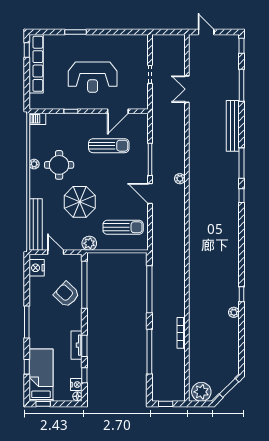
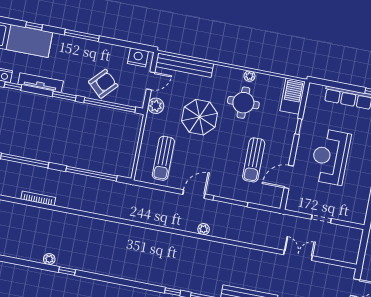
door: (118, 111) -> (289, 177), hinge flipped
barbecue: (37, 119) -> (292, 96), width x1.88, depth x1.53
plant: (89, 243) -> (156, 106), moved
tv unit: (76, 345) -> (41, 83), width x1.41
window: (84, 346) -> (64, 96), moved

